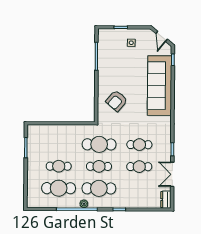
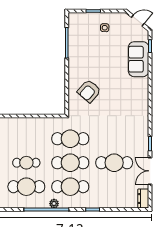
door: (162, 36) -> (138, 21), swing flipped
sofa: (160, 86) -> (139, 59), width x0.54, depth x0.79
cafe table: (139, 145) -> (114, 139), removed
cafe table: (99, 166) -> (70, 163), width x1.37, depth x1.35
cafe table: (139, 167) -> (114, 163), width x1.37, depth x1.35

